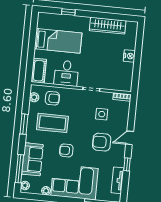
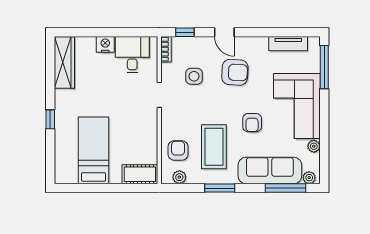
window: (68, 12) -> (50, 119), moved
wardrobe: (108, 26) -> (64, 62), moved
desk: (66, 73) -> (132, 54), moved, turned -90
armchair: (102, 142) -> (235, 72), turned -87
sofa: (33, 159) -> (270, 170), width x1.36
window: (127, 164) -> (185, 32), moved

